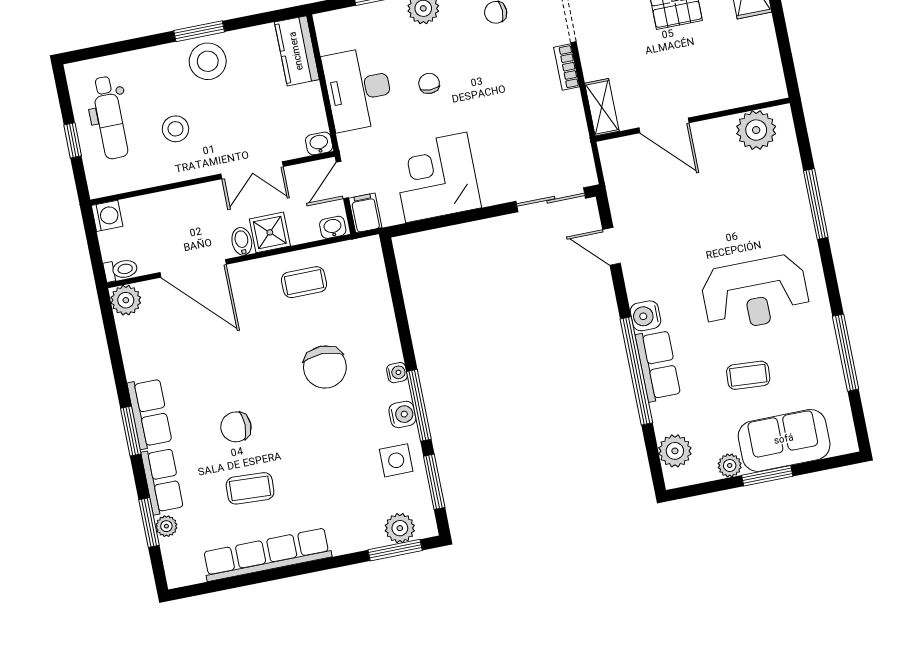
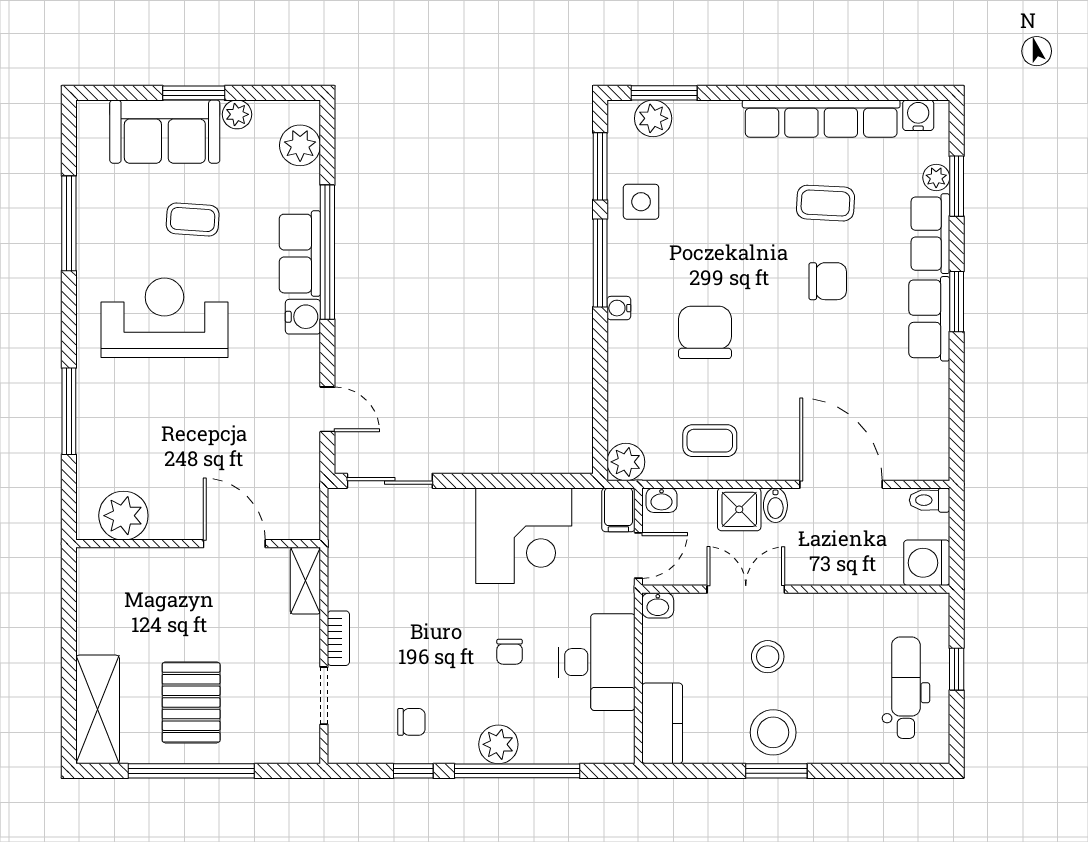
stool: (175, 129) -> (768, 657), moved
washing machine: (107, 216) -> (927, 563), width x1.38, depth x1.38
plant: (126, 300) -> (626, 462), moved
water cooler: (402, 414) -> (918, 115), moved, turned 90

